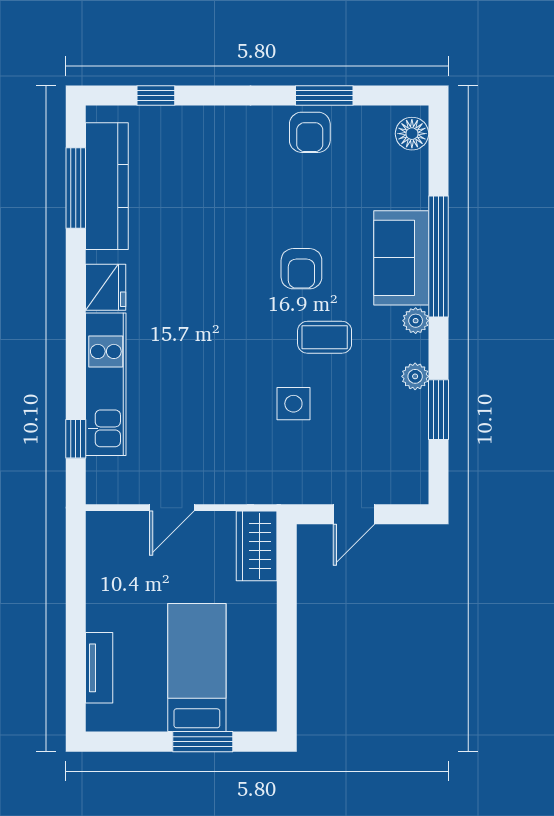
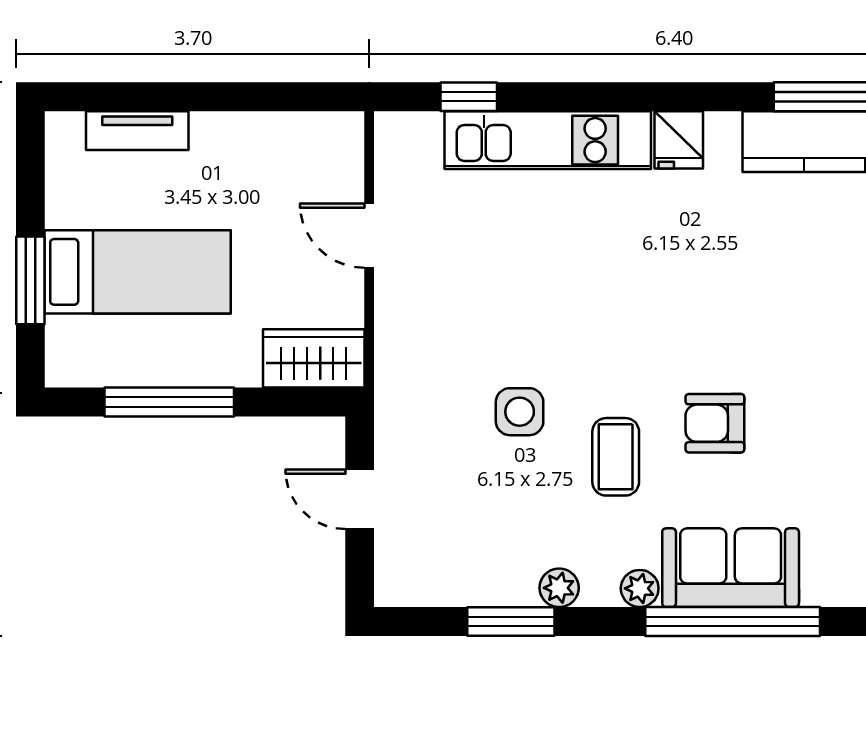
fridge: (106, 287) -> (679, 140), width x0.72
window: (287, 646) -> (169, 402), added

